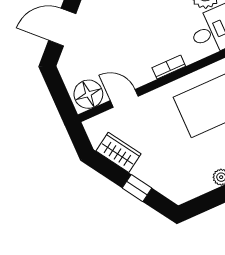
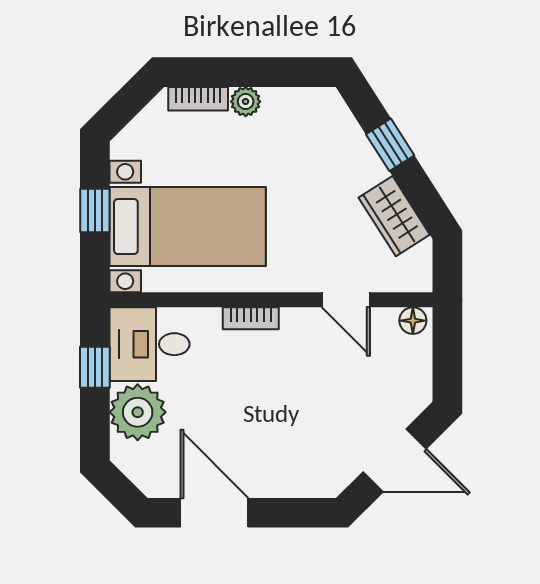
floor lamp: (88, 94) -> (413, 321), width x0.53, depth x0.53

